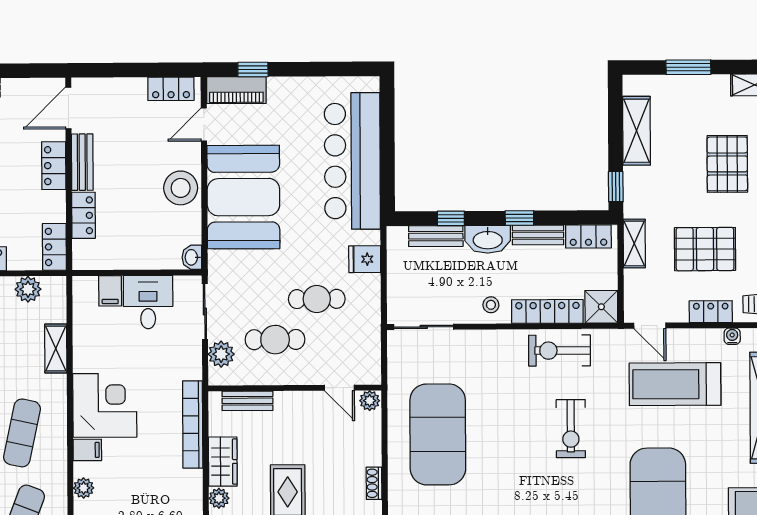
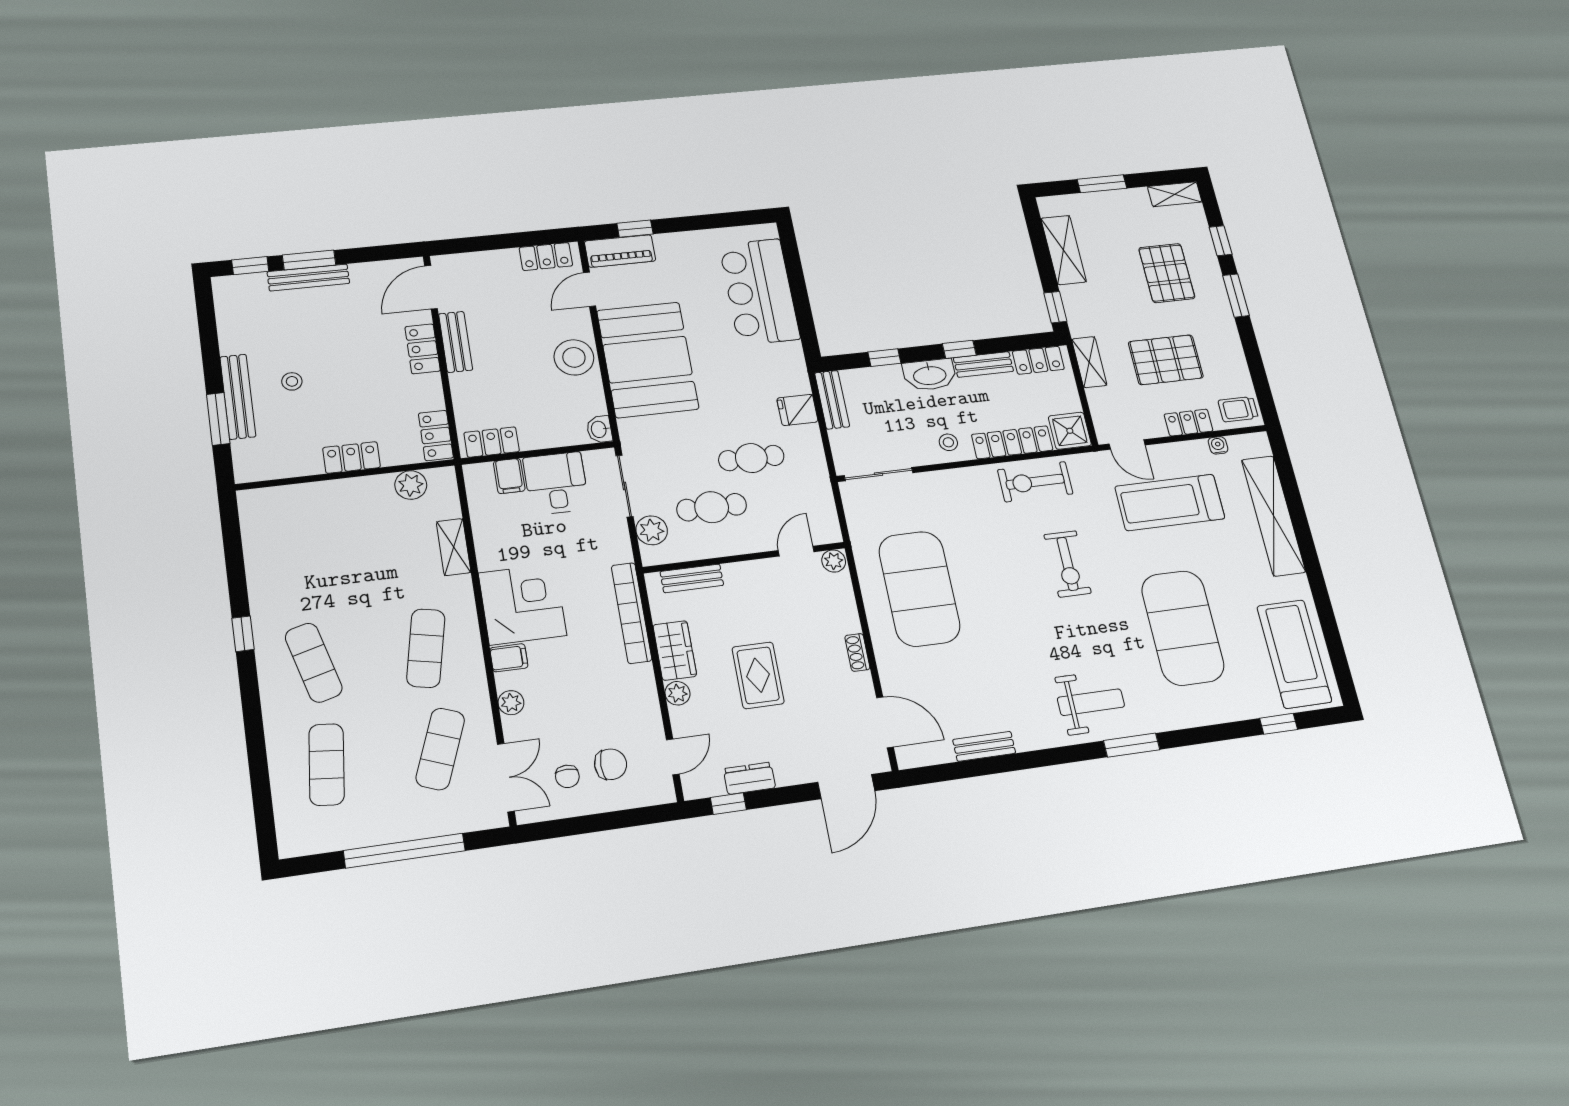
bar counter: (352, 161) -> (759, 292), width x0.73
locker: (84, 215) -> (492, 442), moved, turned -90
bench: (436, 236) -> (832, 400), moved, turned 90
door: (339, 388) -> (796, 551), swing flipped

